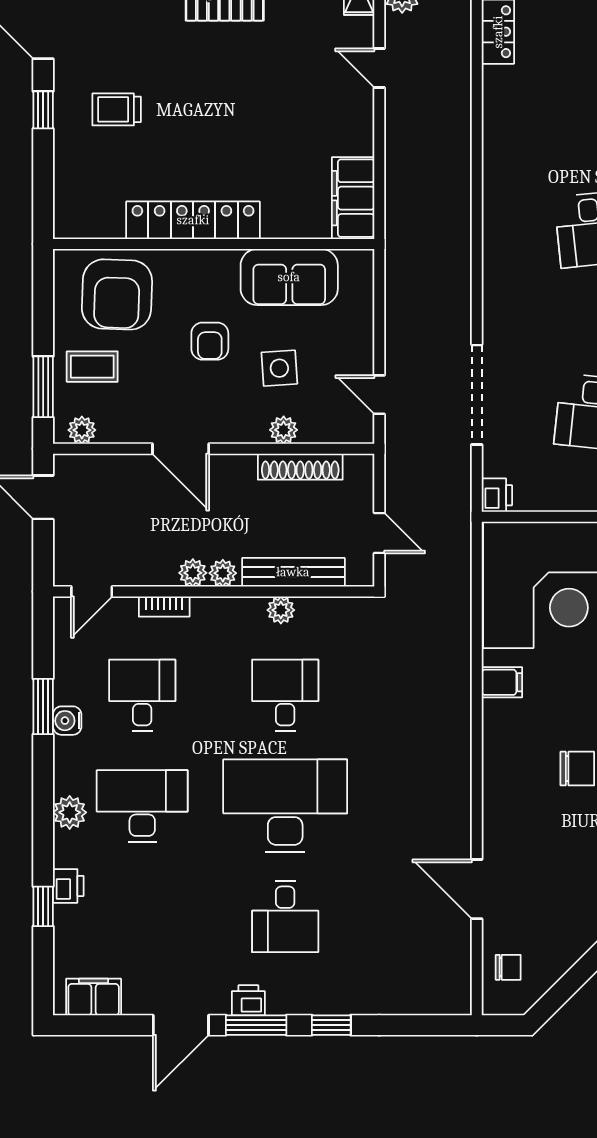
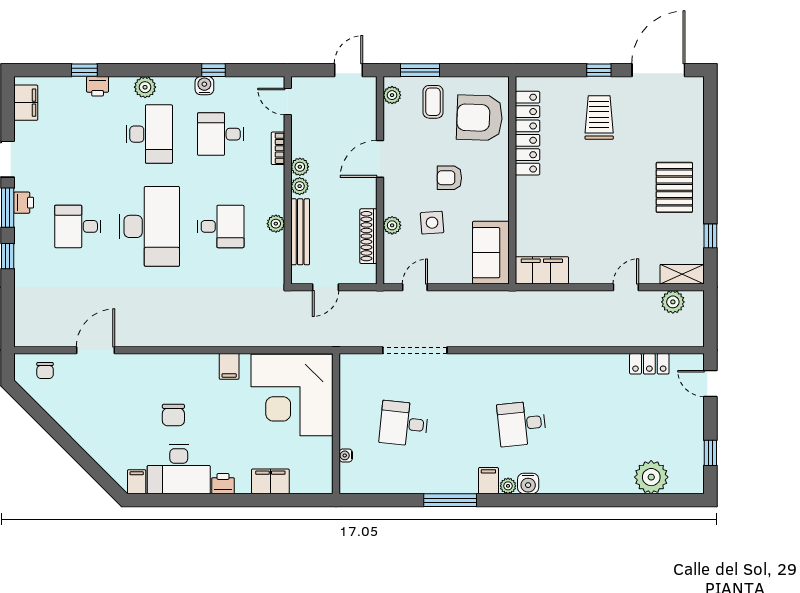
trolley: (117, 109) -> (599, 117), width x1.36, depth x1.39
locker: (193, 220) -> (528, 133), moved
sofa: (289, 277) -> (491, 253), moved
printer: (497, 495) -> (350, 363), removed
desk: (142, 695) -> (221, 134), turned 180
window: (43, 706) -> (213, 70), width x0.67

